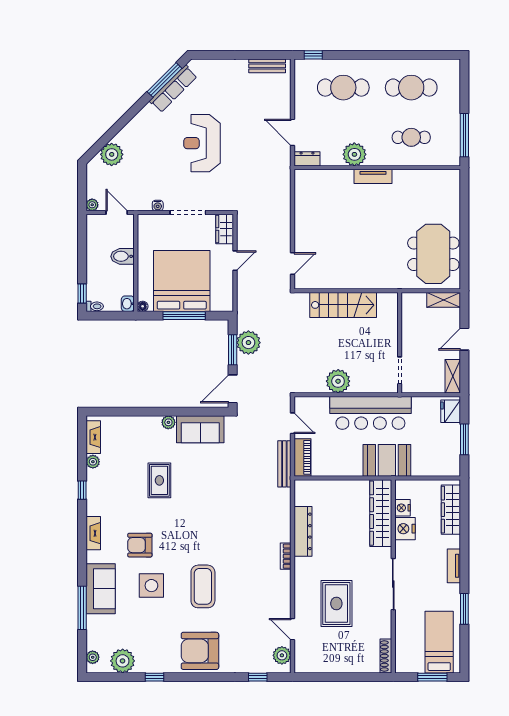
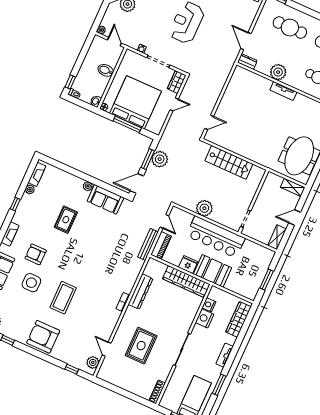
fridge: (451, 411) -> (188, 265), moved, turned 90
wardrobe: (381, 513) -> (186, 282), moved, turned -90

